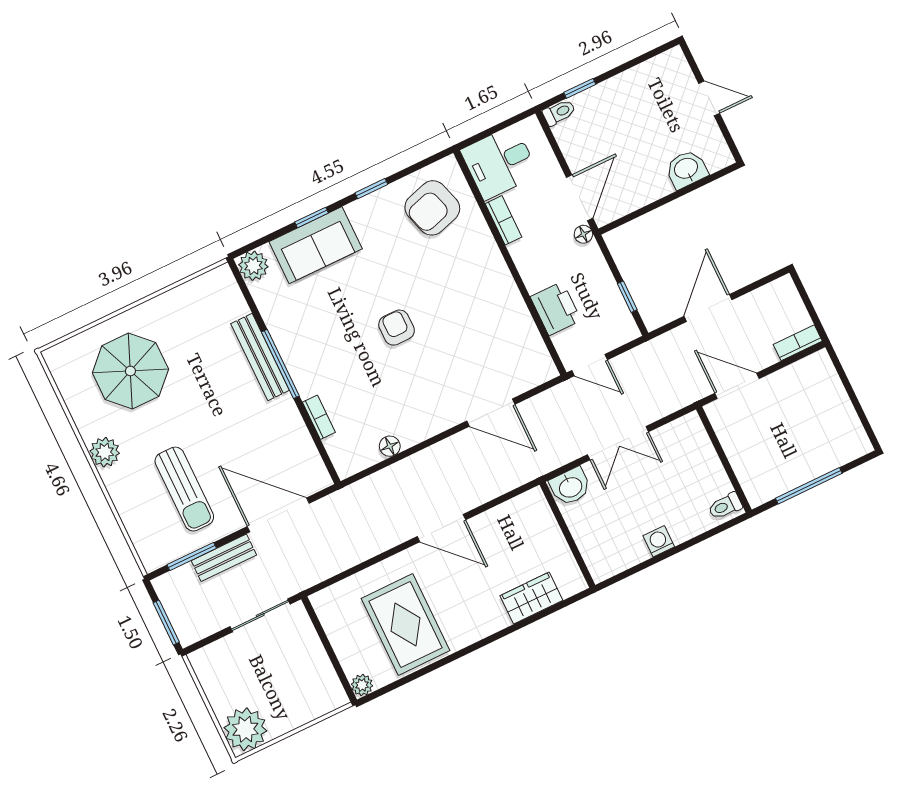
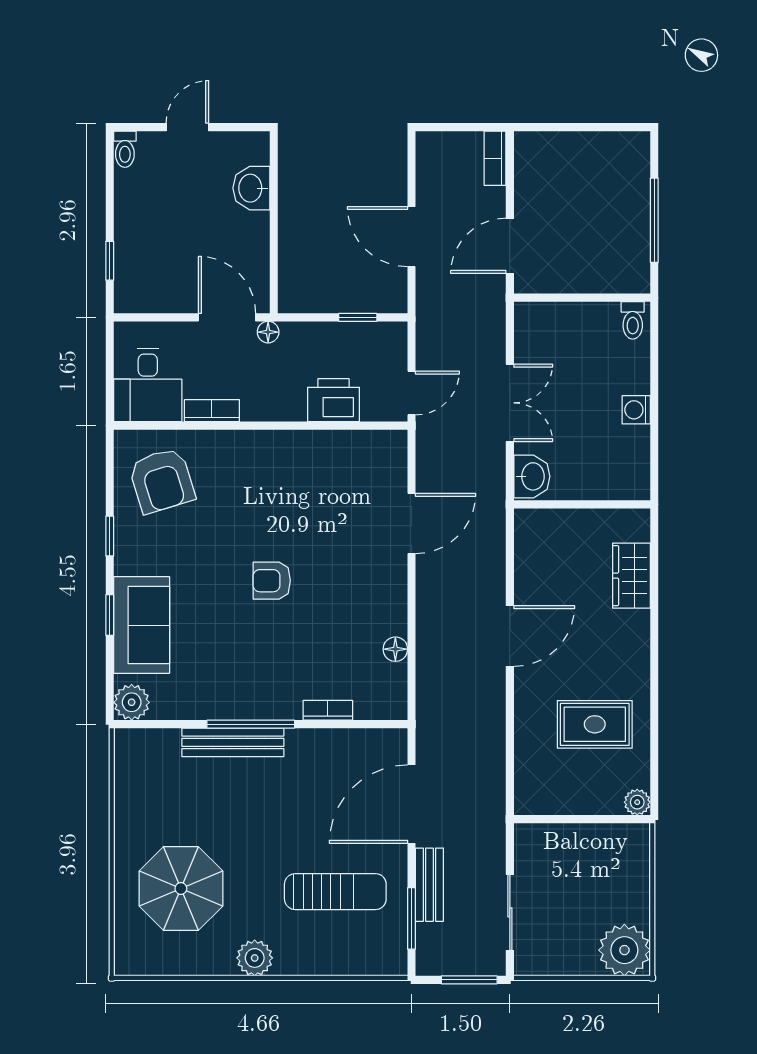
toilet: (559, 112) -> (125, 149), moved, turned 180
sliding door: (260, 615) -> (510, 912), moved
rug: (405, 624) -> (595, 724), width x0.73, depth x0.70

